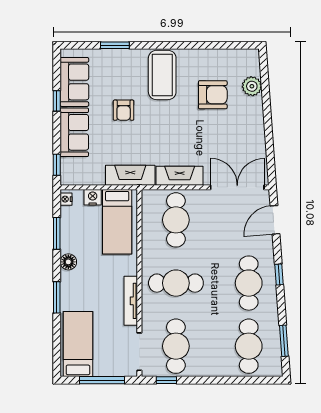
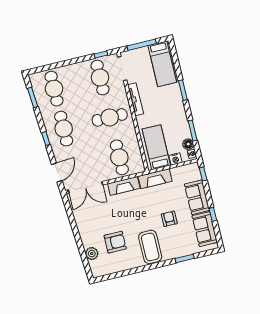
armchair: (213, 95) -> (115, 242), turned 180
floor lamp: (68, 262) -> (188, 144), moved

